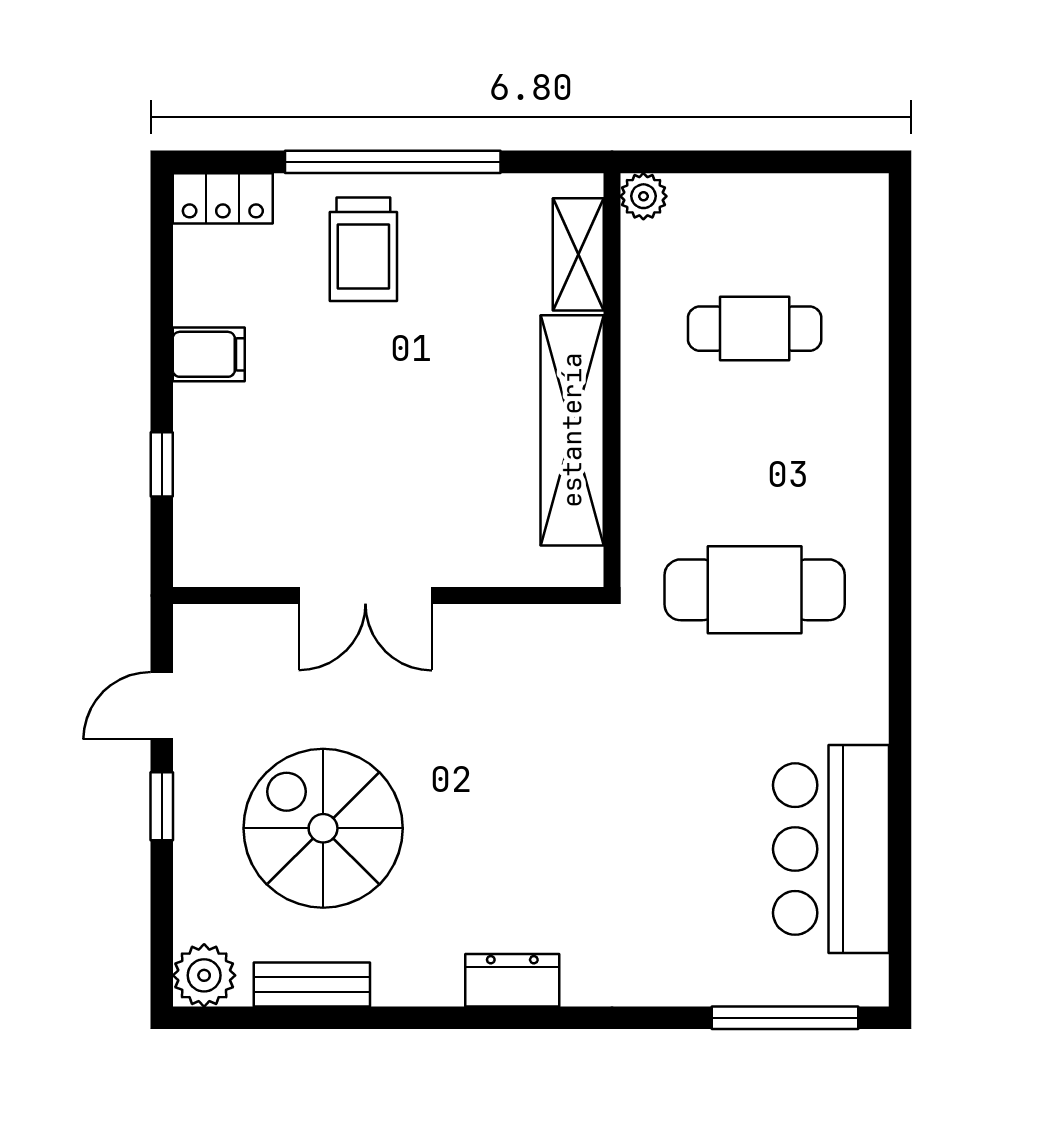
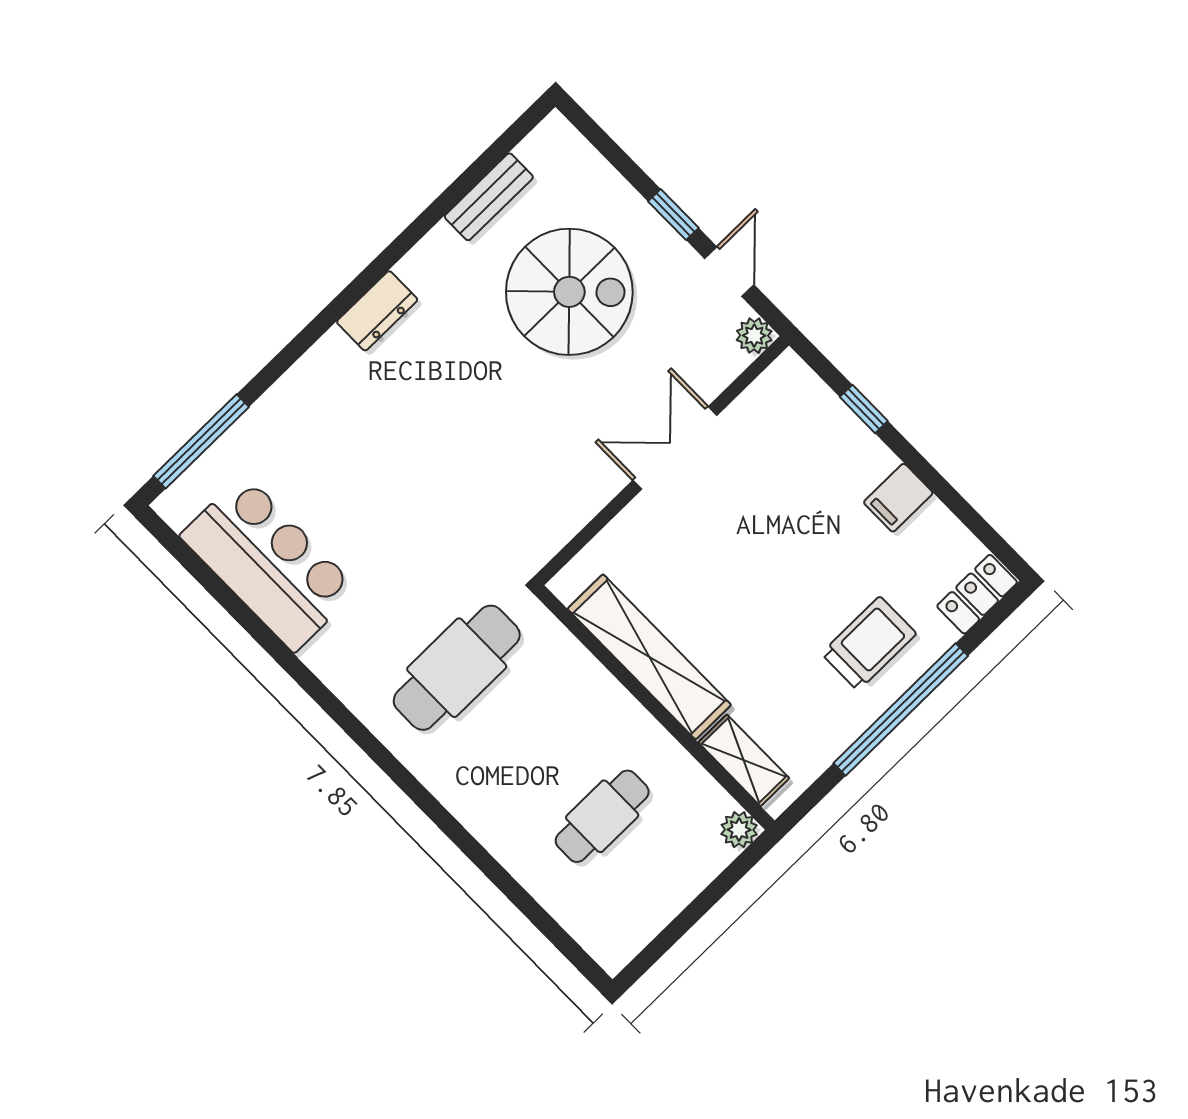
trolley: (363, 249) -> (869, 644), turned 90
plant: (204, 975) -> (754, 336), moved, width x0.73, depth x0.73

